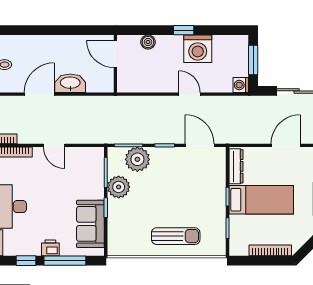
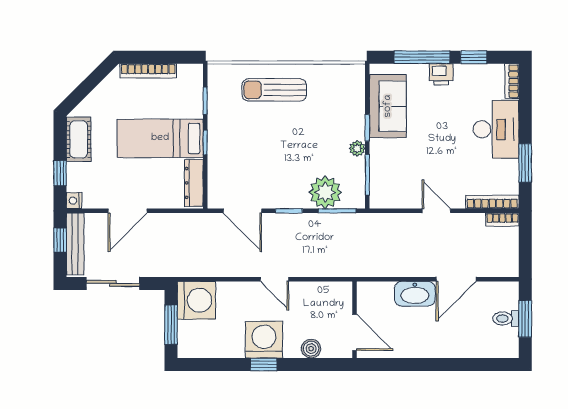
washing machine: (198, 49) -> (264, 340), moved
washing machine: (241, 85) -> (196, 300), width x1.89, depth x1.89
door: (189, 94) -> (274, 279), moved
plant: (119, 187) -> (357, 148), width x0.53, depth x0.53

